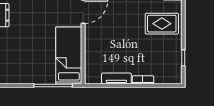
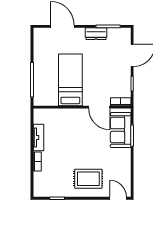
rug: (162, 24) -> (88, 179), turned 90
bed: (69, 55) -> (70, 80), moved, turned -90

